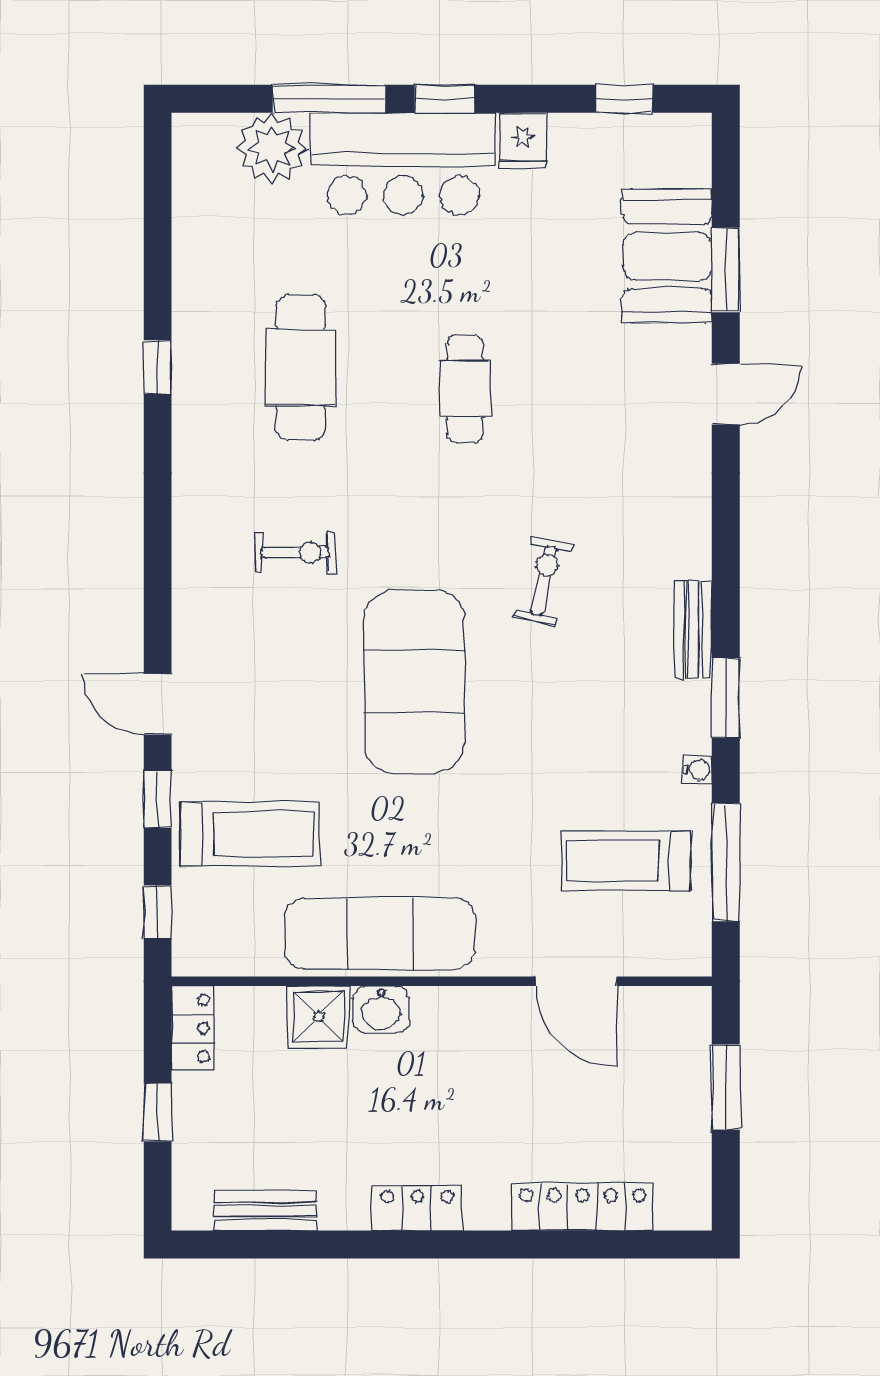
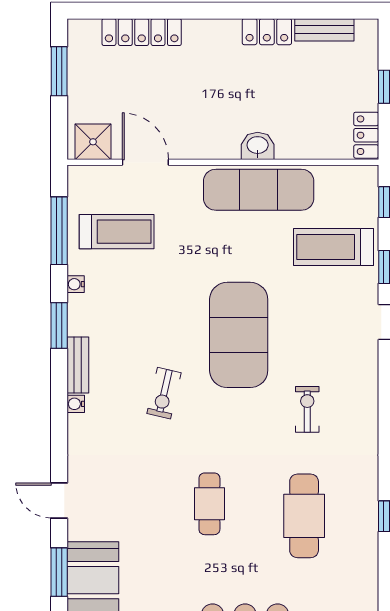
door: (726, 394) -> (59, 501), hinge flipped
exercise bike: (295, 552) -> (307, 409), turned 90
water cooler: (697, 562) -> (76, 404), added
shower: (318, 1017) -> (93, 142), moved
window: (726, 1087) -> (59, 71), moved
locker: (417, 1208) -> (267, 32), moved

